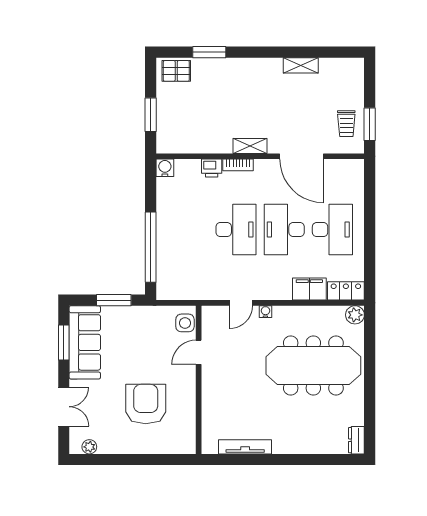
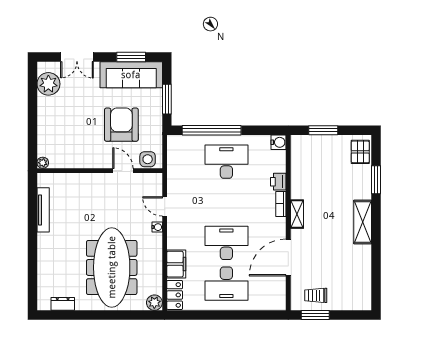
shelving: (301, 65) -> (363, 222), moved, width x1.50, depth x1.33
desk: (236, 230) -> (226, 162), moved, turned 180
armchair: (146, 404) -> (121, 125), moved, turned -90
dresser: (356, 440) -> (63, 304), moved
plant: (89, 447) -> (48, 84), width x1.87, depth x1.87
plant: (189, 447) -> (43, 163), added

